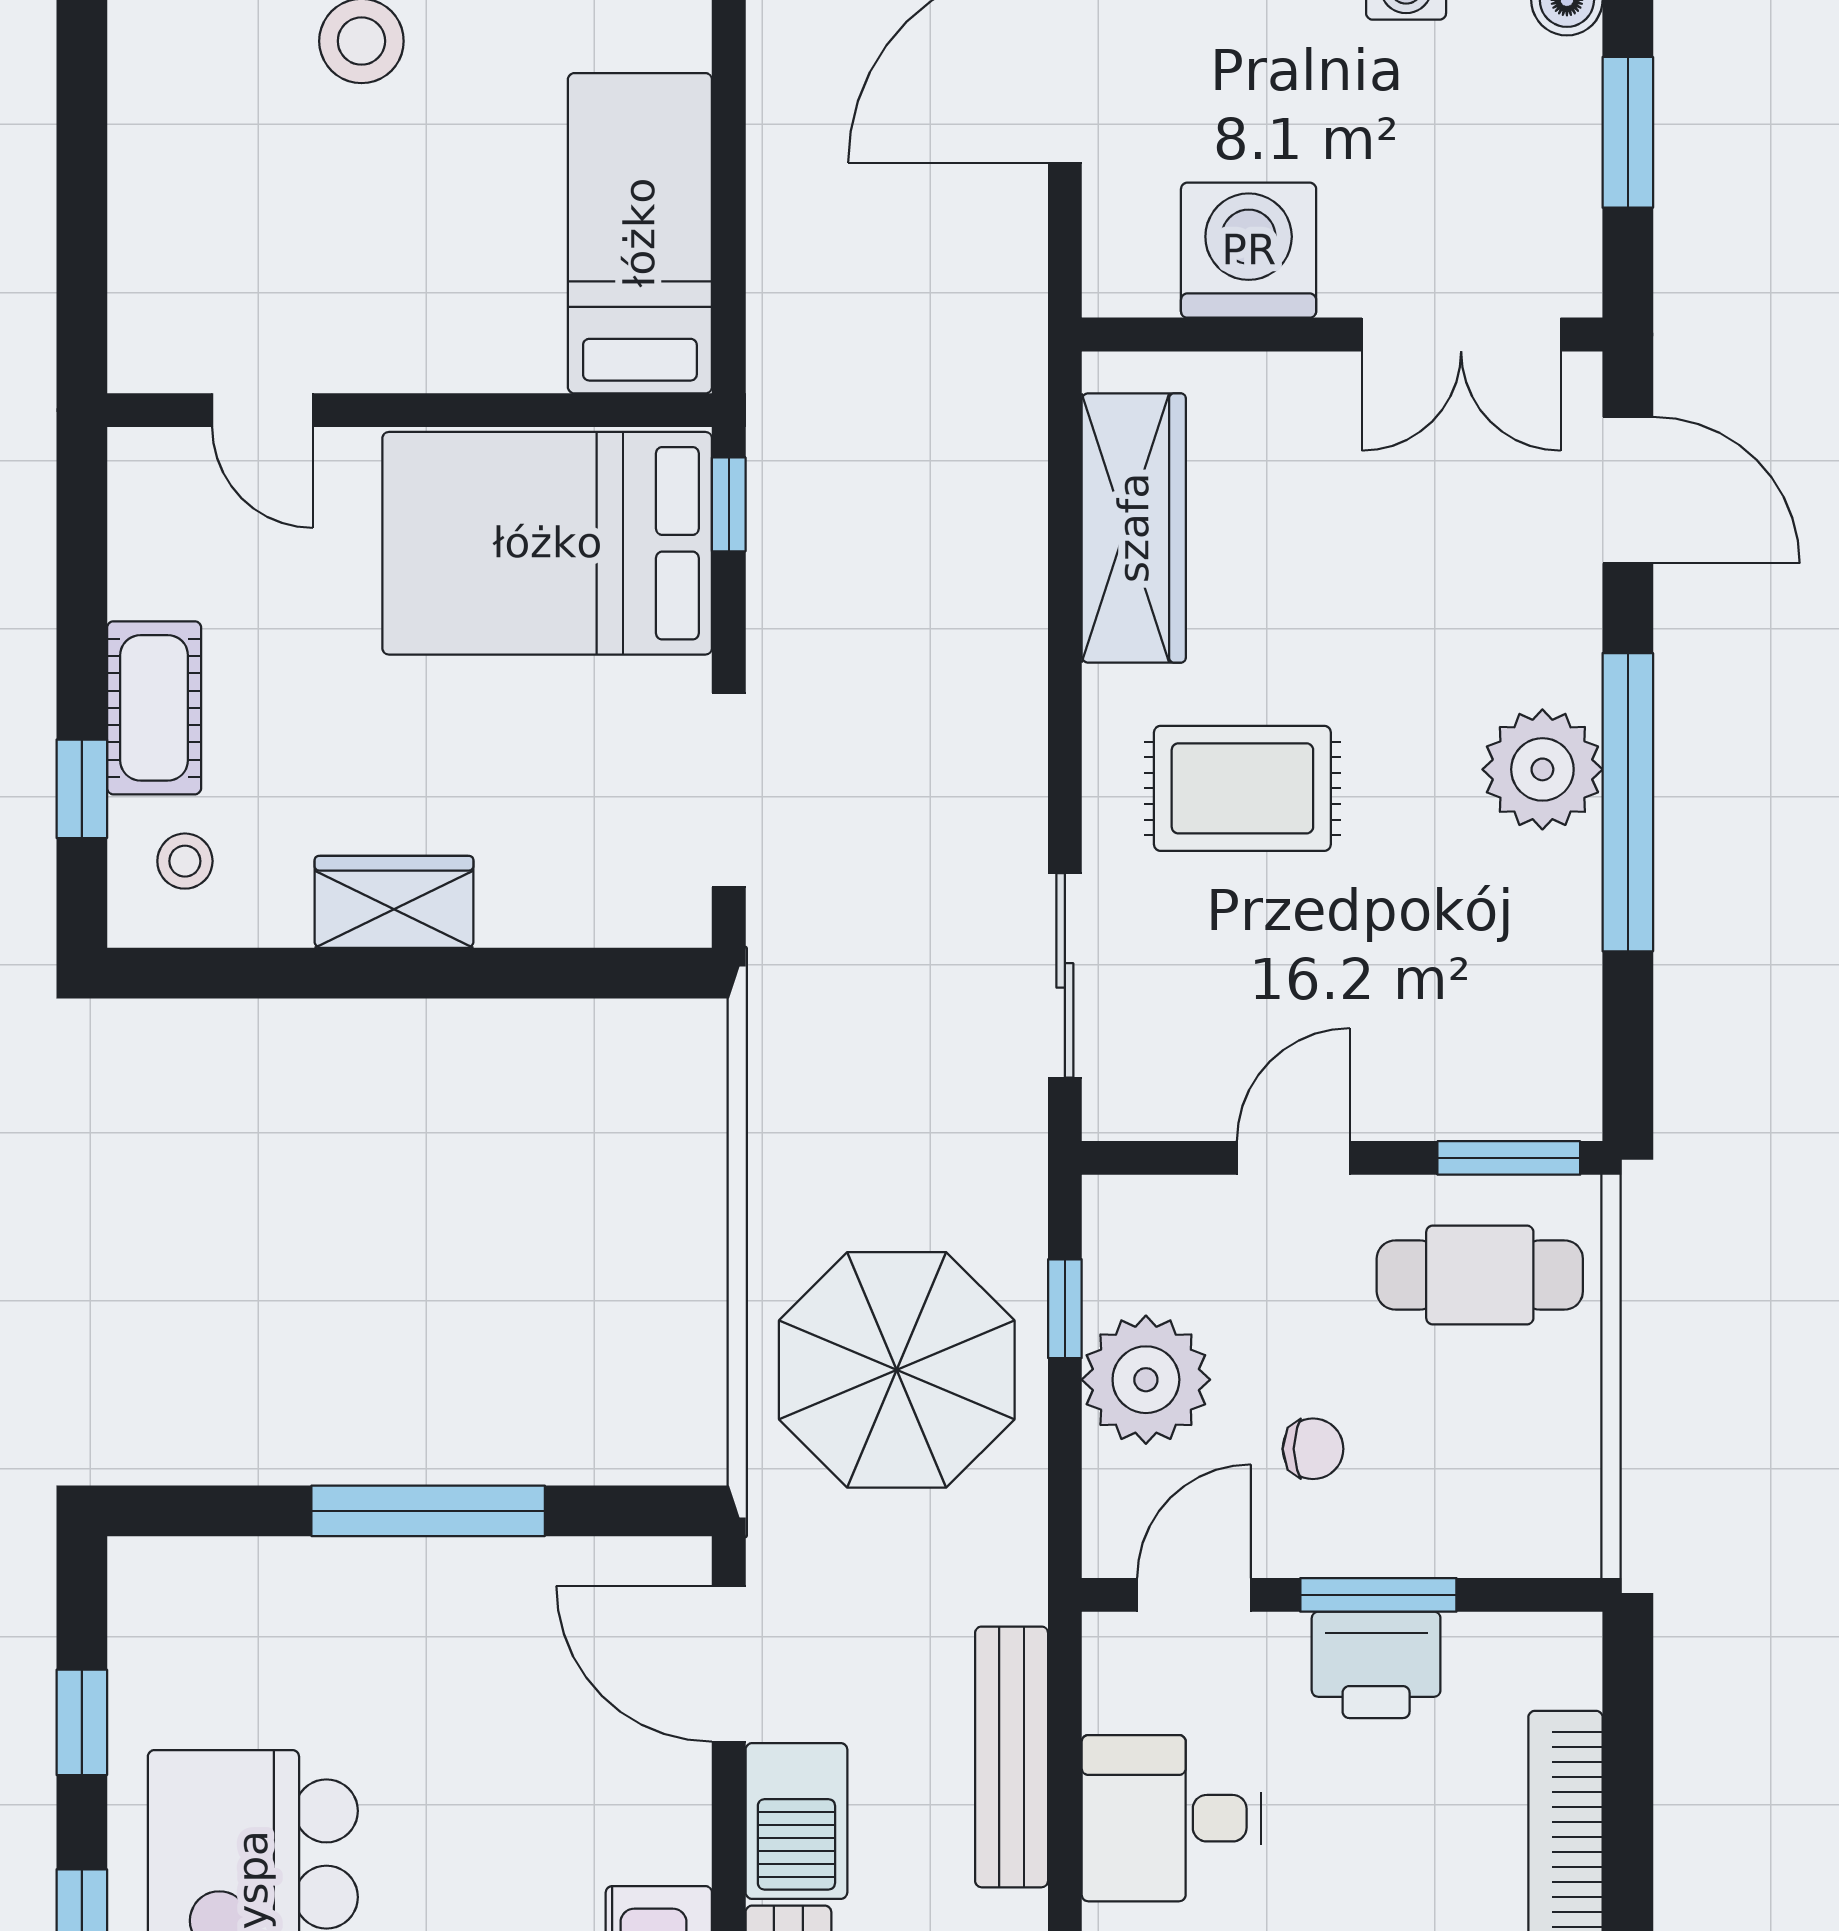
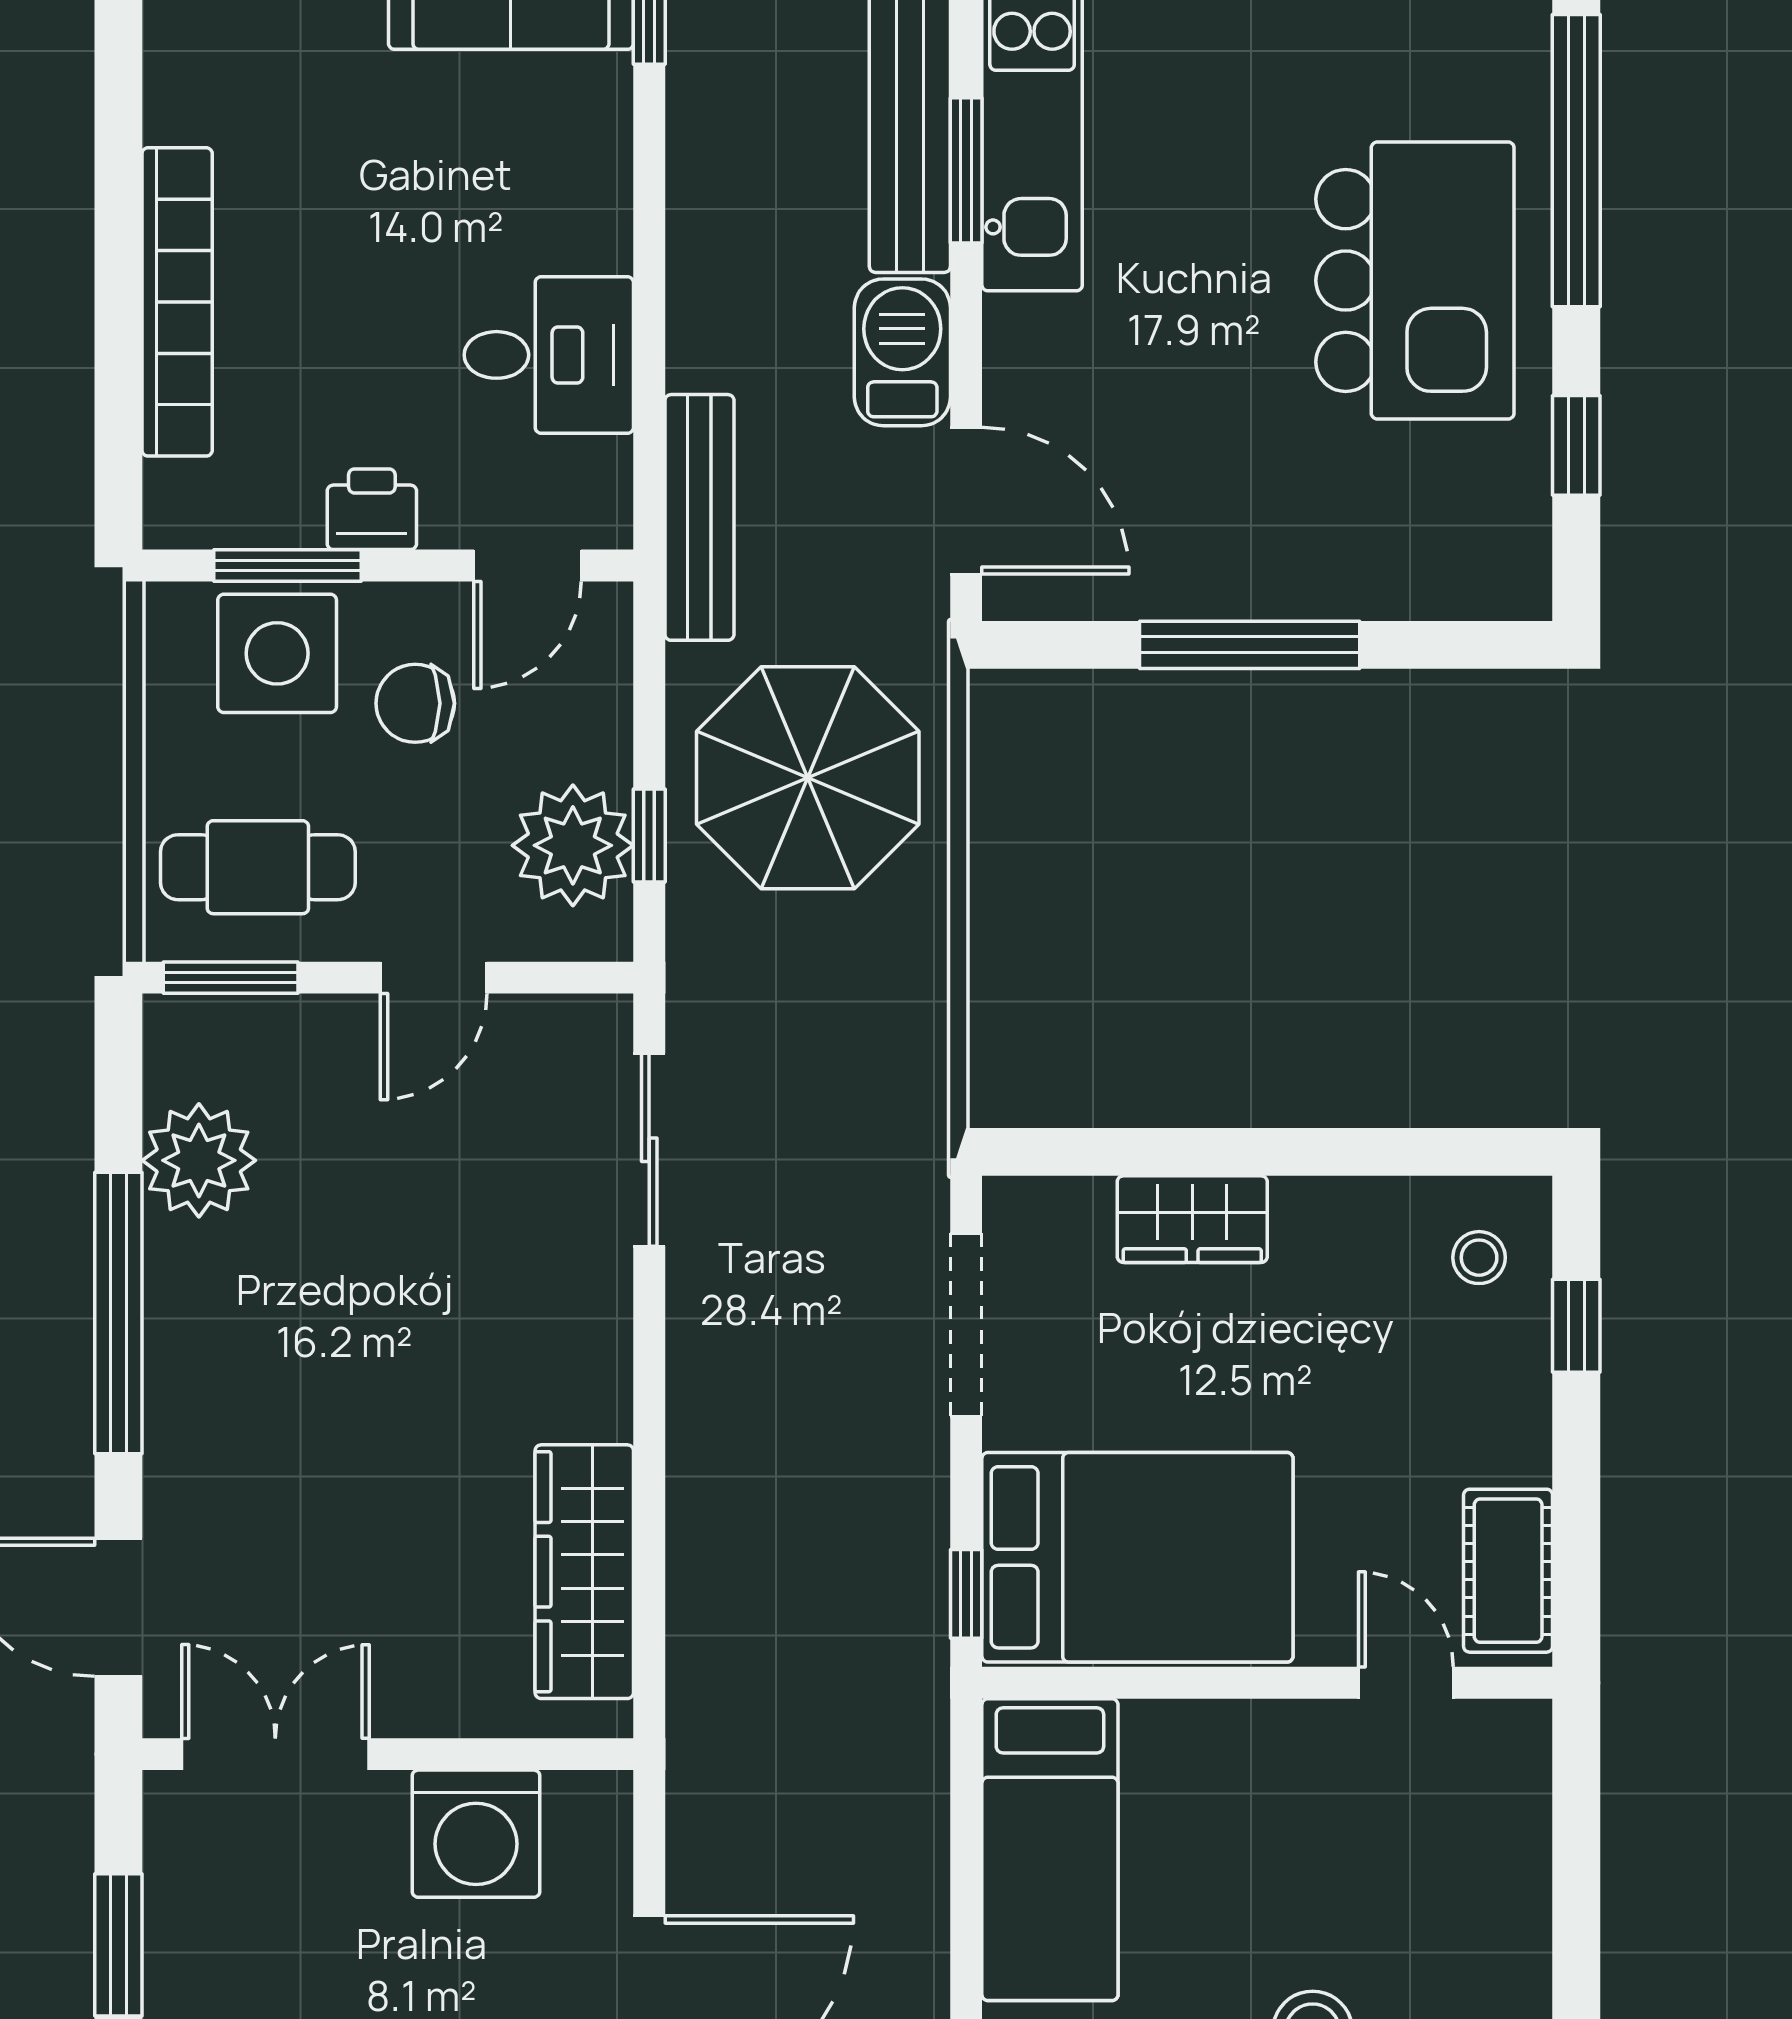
cot: (154, 708) -> (1508, 1571), moved
plant: (1542, 769) -> (199, 1160), moved
rug: (1242, 788) -> (482, 1326), removed
wardrobe: (394, 902) -> (1192, 1219), moved
plant: (1146, 1380) -> (573, 845), moved
chair: (1313, 1449) -> (415, 703), width x1.37, depth x1.37
side table: (1459, 1502) -> (277, 653), added
window: (1378, 1595) -> (288, 566), moved
printer: (1376, 1665) -> (372, 509), width x0.73, depth x0.81
bench: (1012, 1757) -> (699, 517), moved

